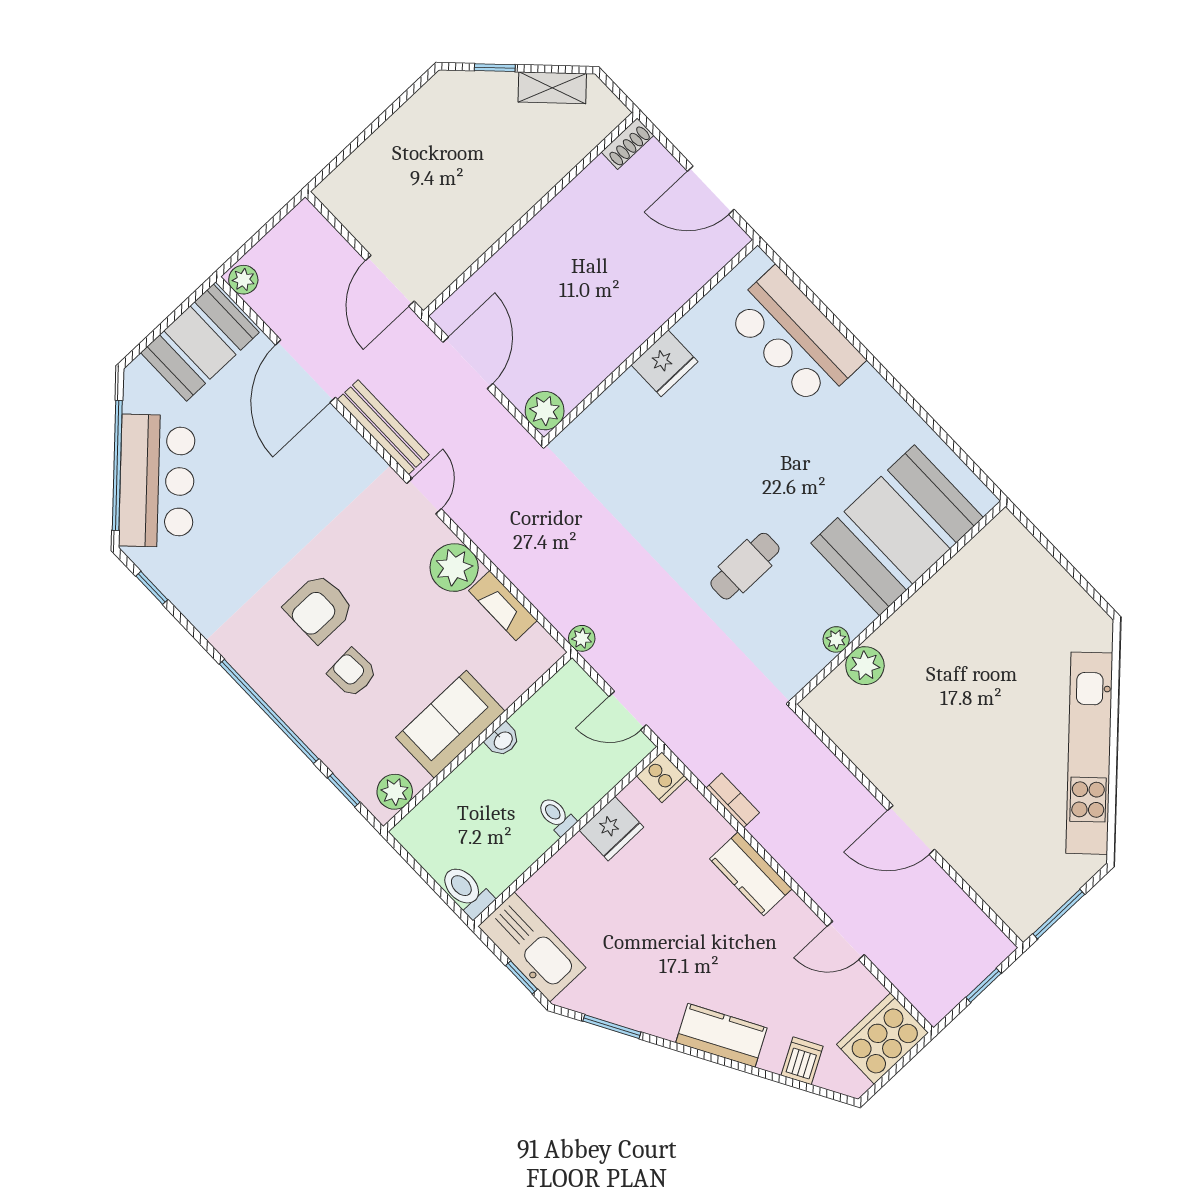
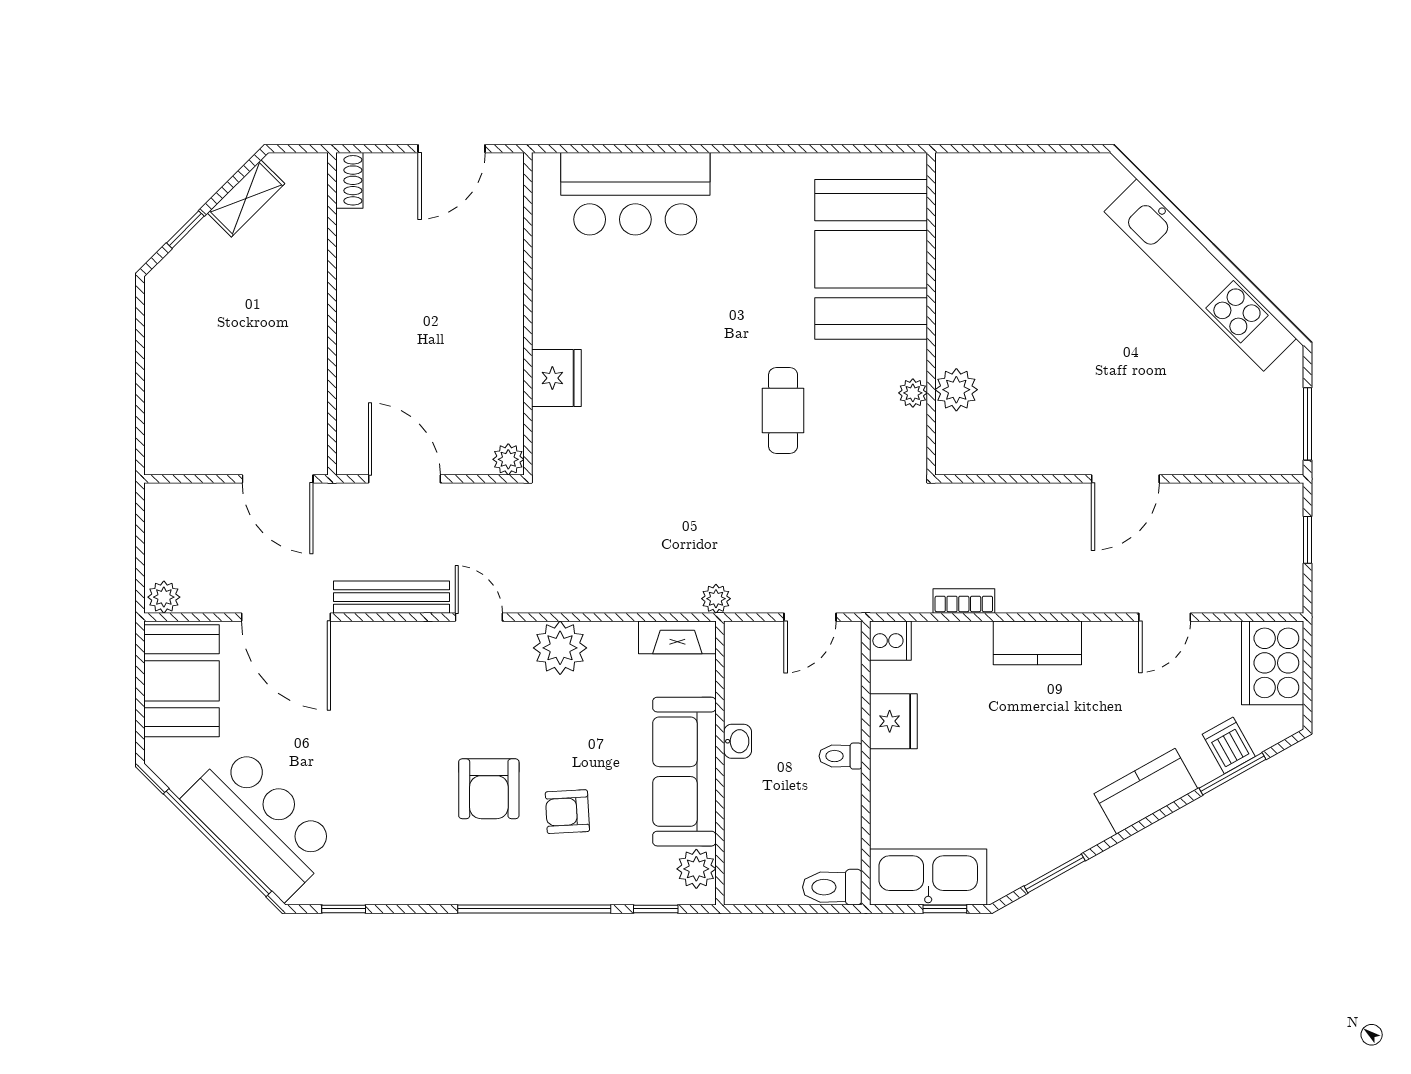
fridge: (665, 363) -> (556, 378), moved
plant: (545, 411) -> (508, 459), width x0.73, depth x0.73
fireplace: (503, 606) -> (677, 637), moved
sofa: (450, 724) -> (684, 772), width x1.36
window: (786, 1081) -> (1232, 774), added

